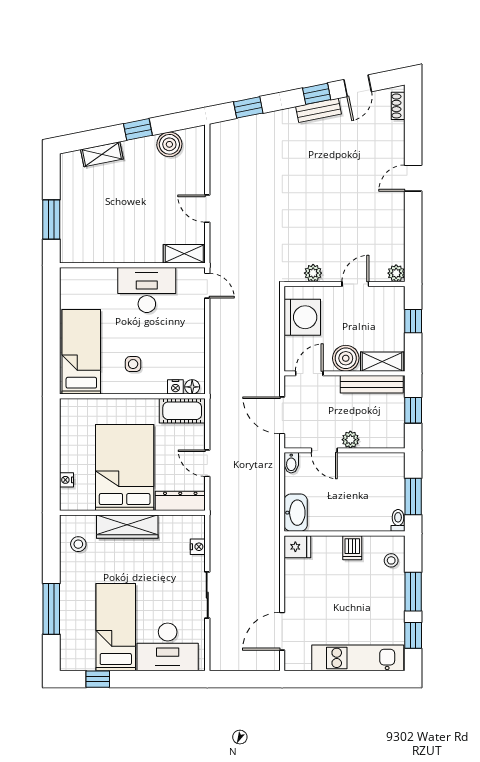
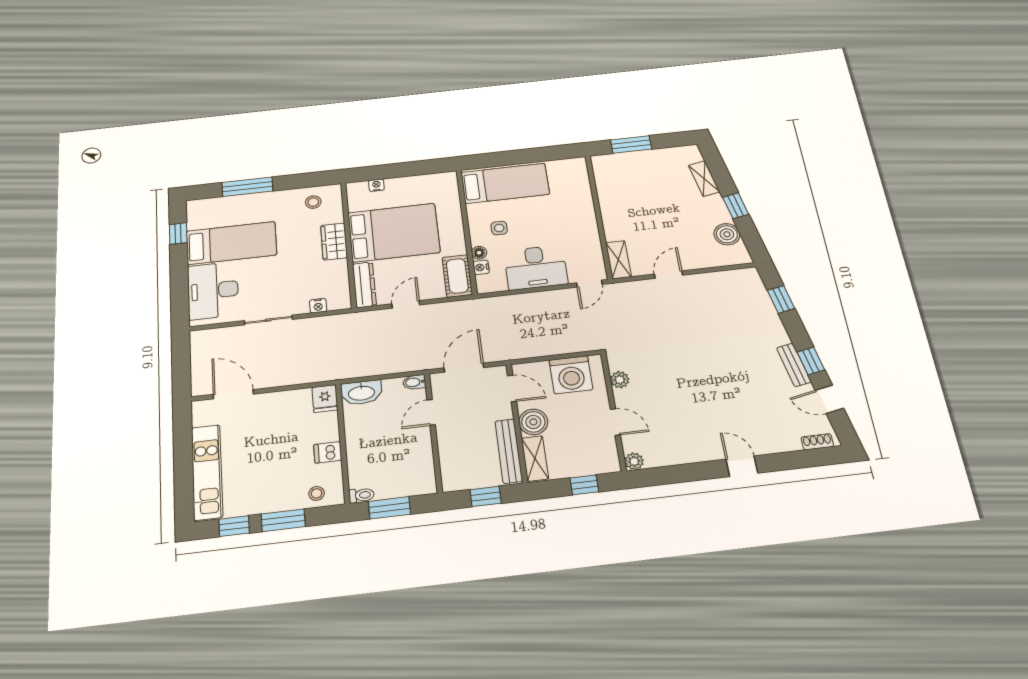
desk: (147, 290) -> (536, 267), moved, turned 90
floor lamp: (192, 387) -> (479, 253), moved
plant: (350, 440) -> (446, 437), removed
wardrobe: (127, 527) -> (334, 242), width x0.67

